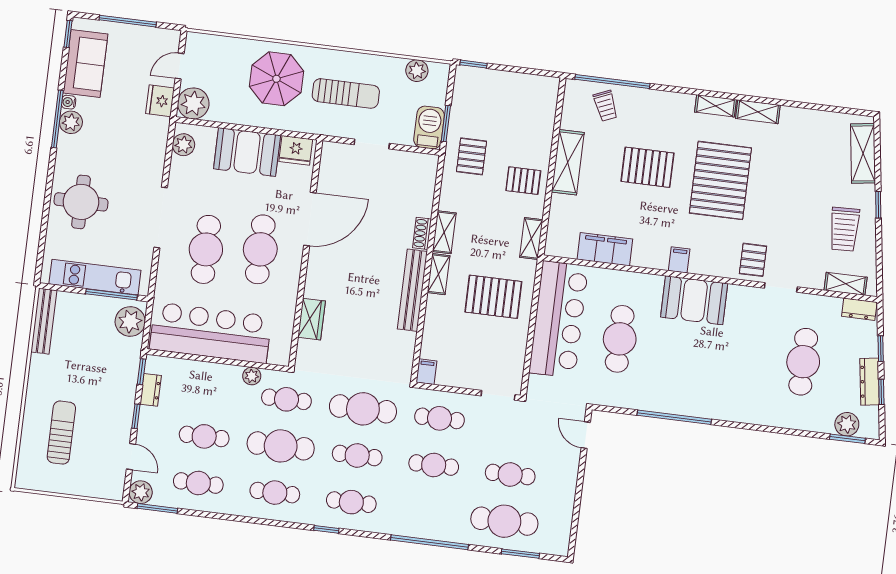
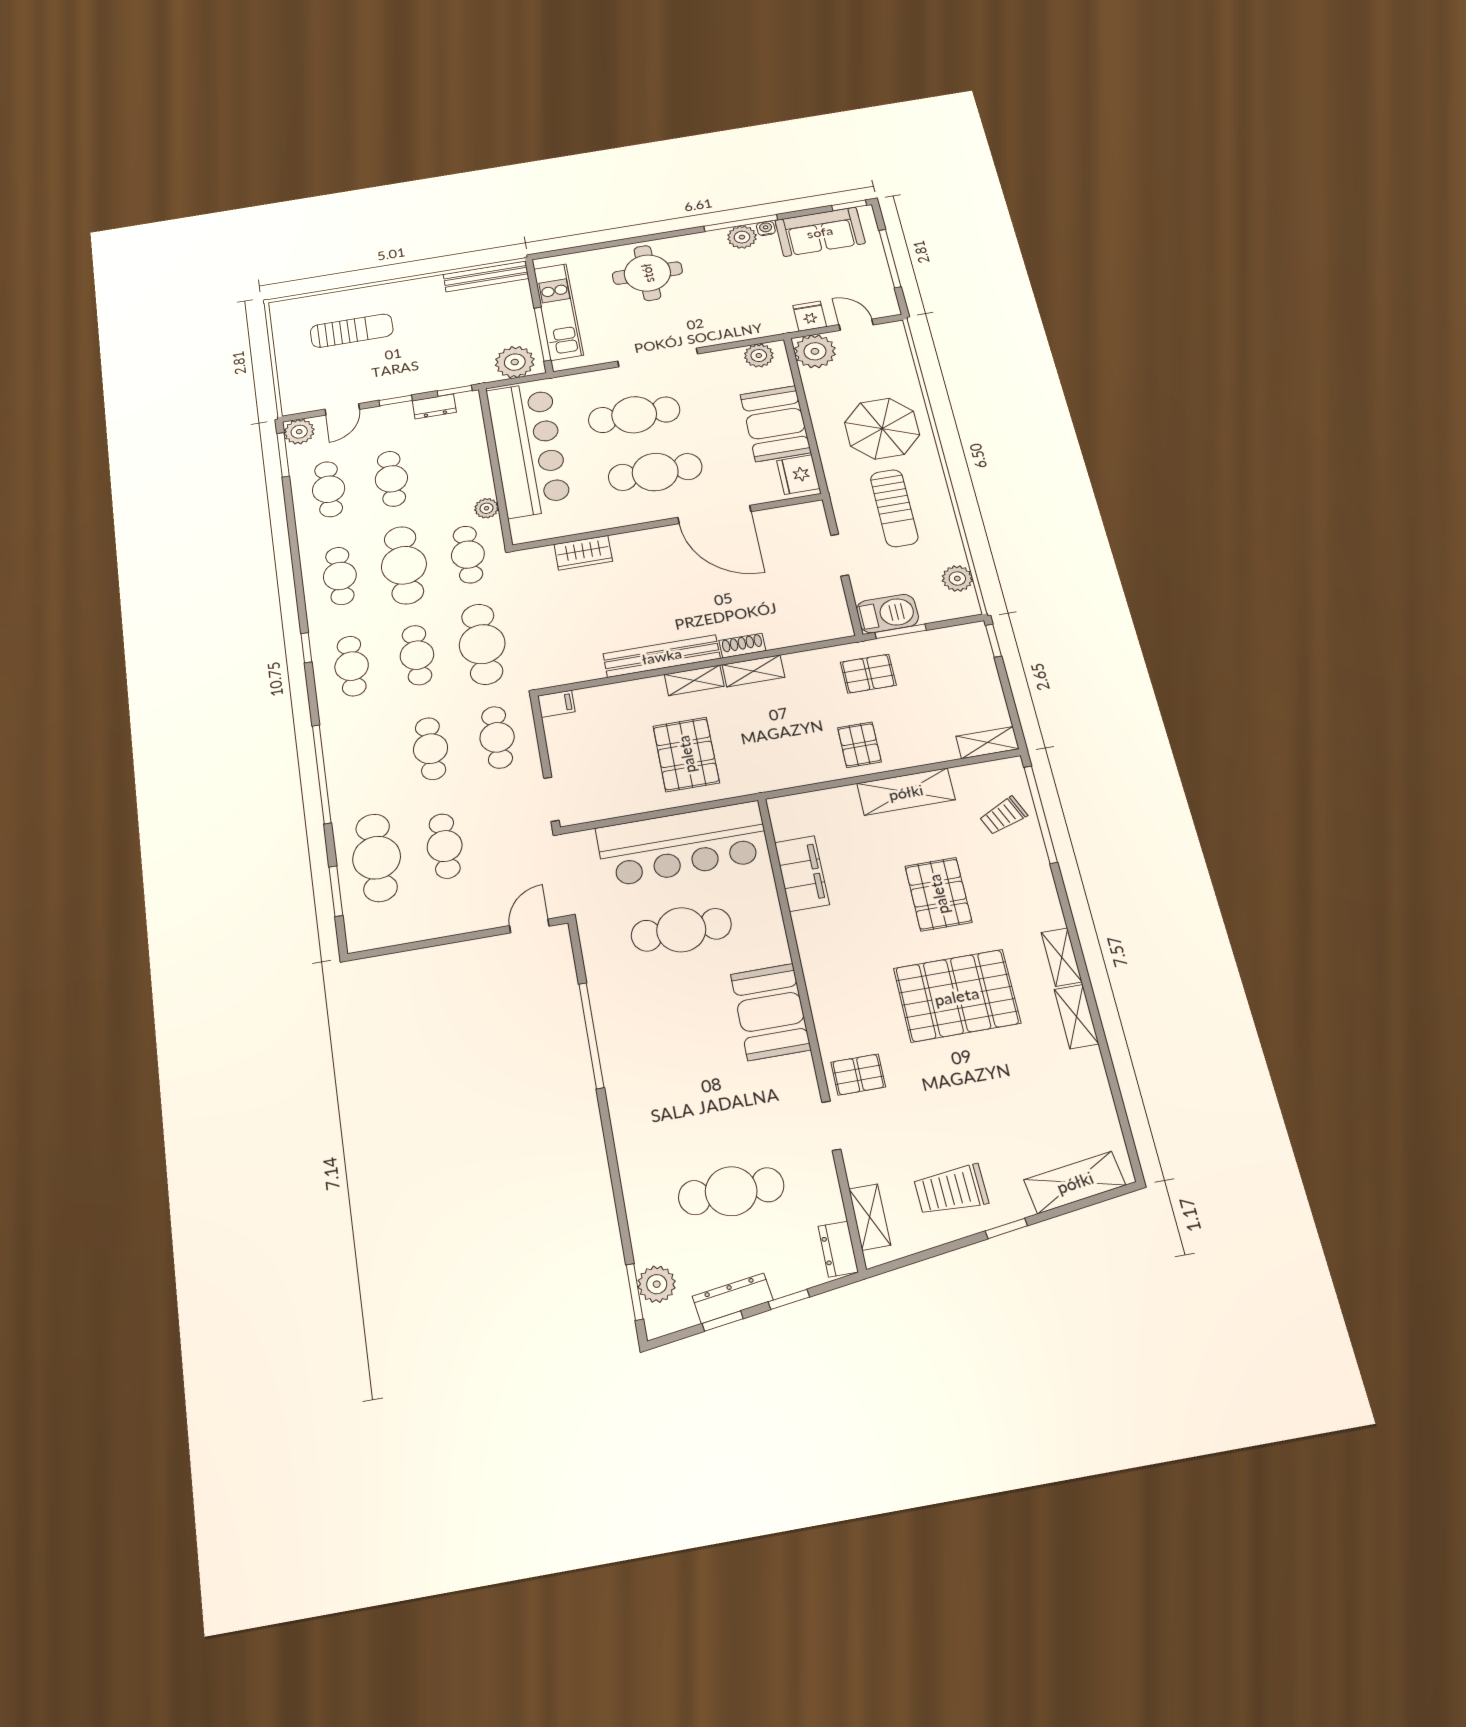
fridge: (160, 101) -> (810, 316), width x0.72
shelving: (531, 239) -> (987, 743), moved
filing cabinet: (679, 260) -> (822, 975), removed

